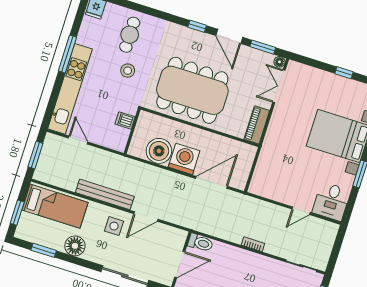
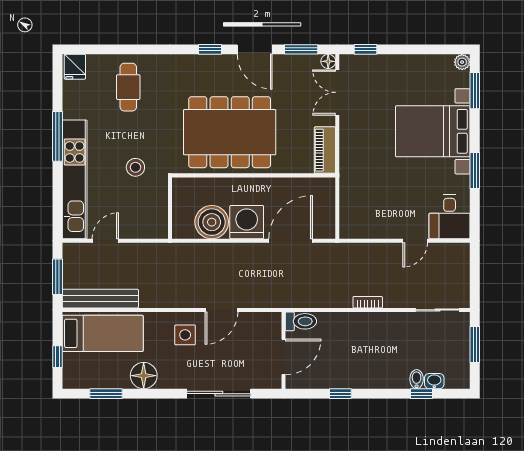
stool: (128, 71) -> (135, 167), moved
window: (344, 73) -> (366, 49), moved
dishwasher: (125, 120) -> (157, 197), removed
door: (78, 140) -> (105, 241), hinge flipped
bench: (105, 194) -> (100, 299), moved
window: (17, 213) -> (57, 357), width x0.67

